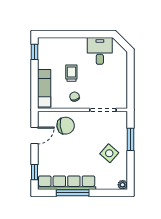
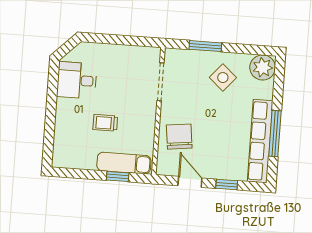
window: (34, 52) -> (118, 176), moved
chair: (75, 97) -> (139, 121), removed
window: (34, 172) -> (227, 185), moved
plant: (123, 185) -> (263, 67), width x1.88, depth x1.88

